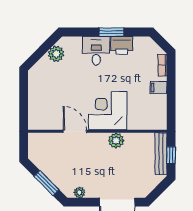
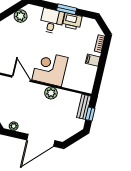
bench: (161, 154) -> (84, 107), width x0.73

